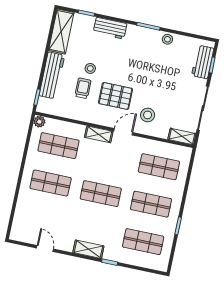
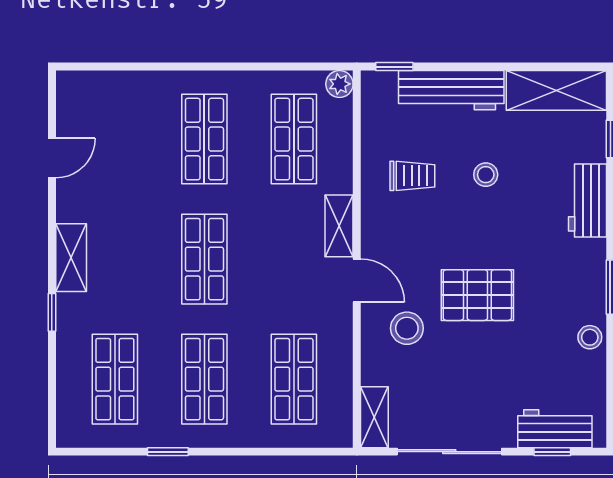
trolley: (83, 88) -> (412, 176), moved
pallet: (116, 96) -> (477, 295), moved, turned 90

